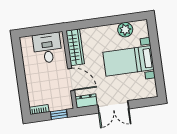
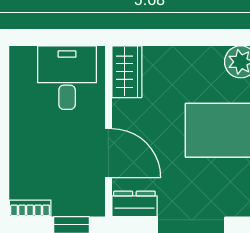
wardrobe: (75, 47) -> (127, 72), width x0.67

